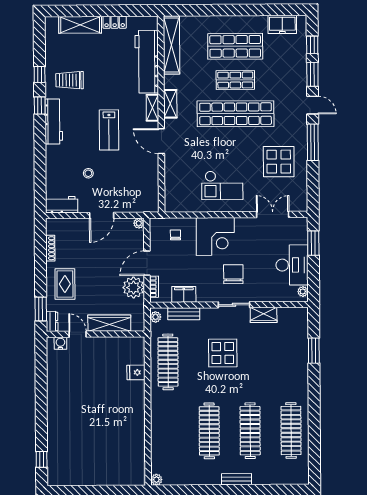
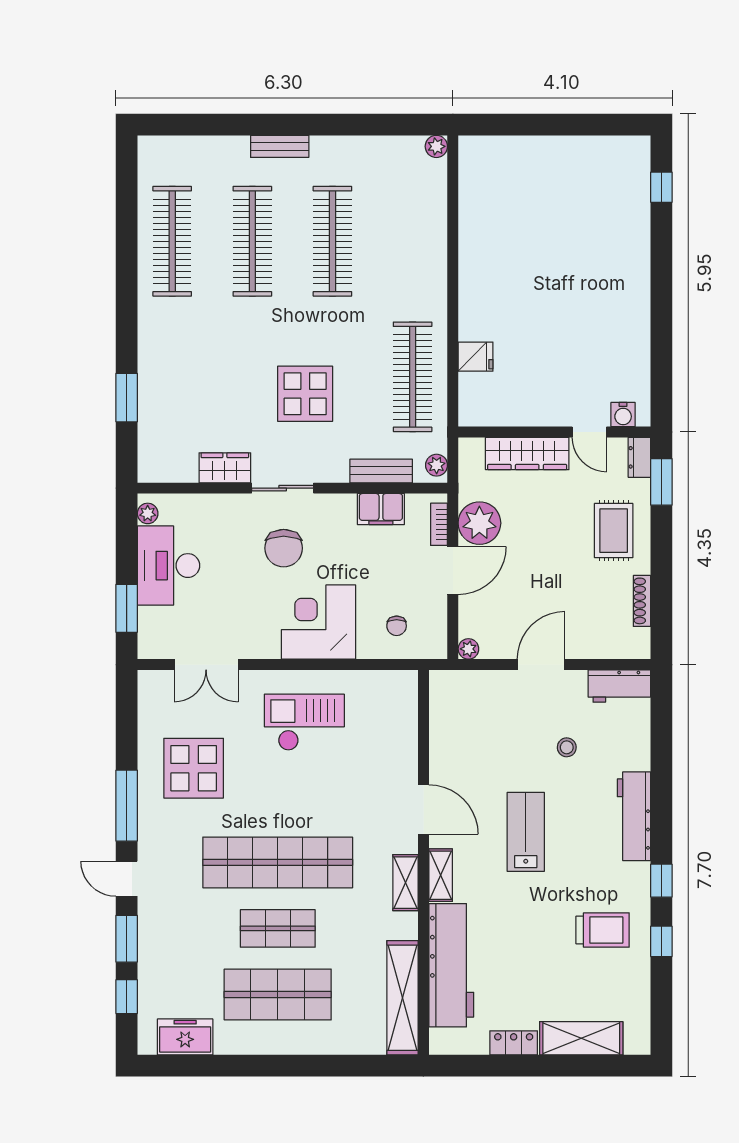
workbench: (54, 122) -> (634, 816), moved

